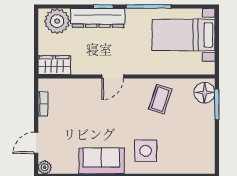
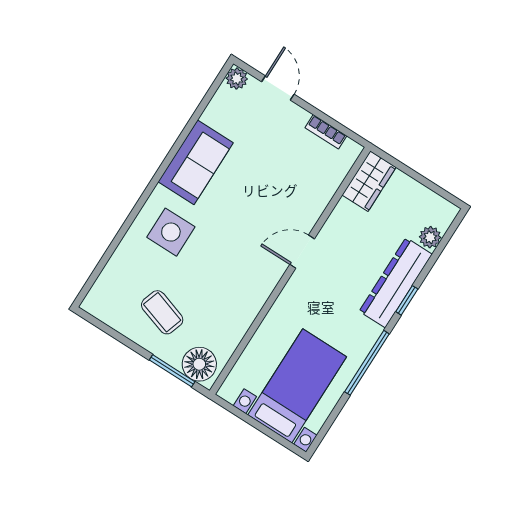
plant: (57, 21) -> (430, 237), width x0.53, depth x0.53
door: (113, 77) -> (302, 252), hinge flipped
coffee table: (160, 99) -> (162, 312), moved

